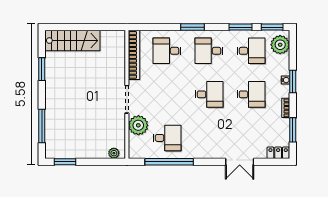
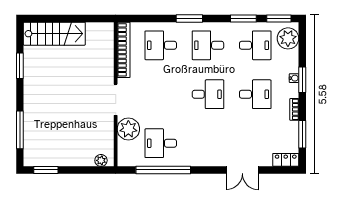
desk: (167, 138) -> (161, 143), turned 180

